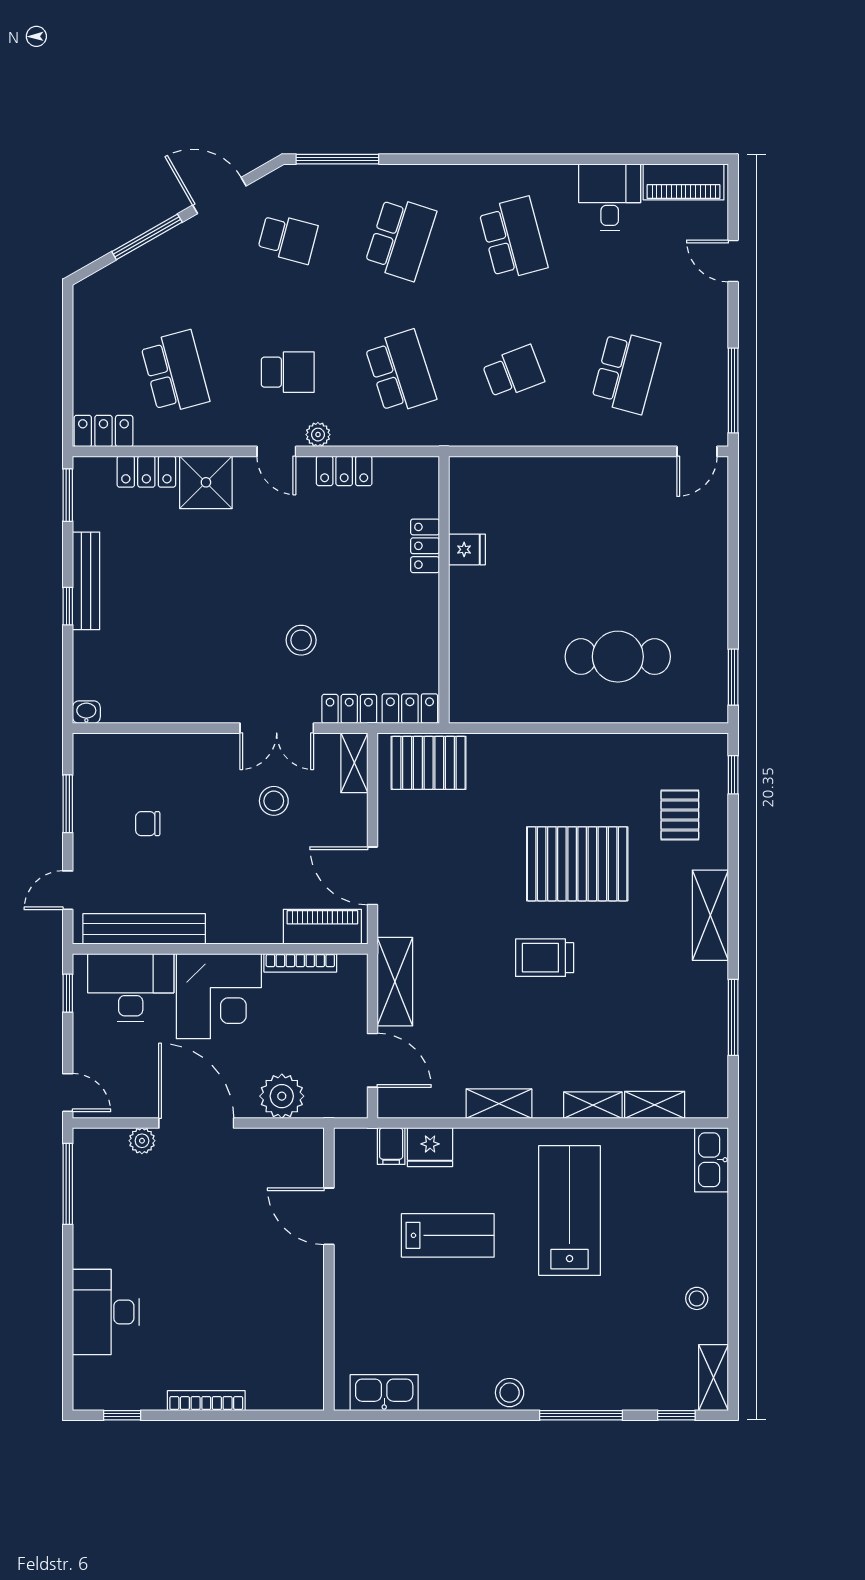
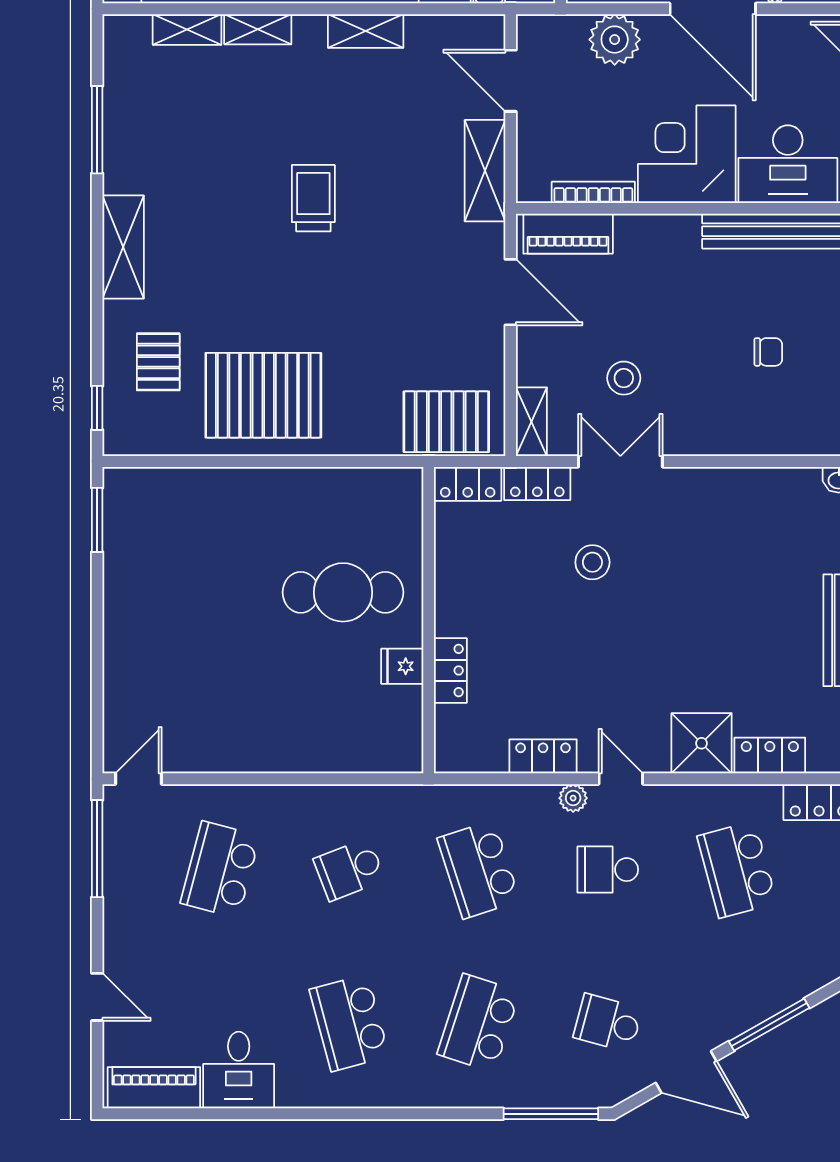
cafe table: (618, 657) -> (343, 592), moved
pallet: (577, 864) -> (263, 395), moved
trolley: (545, 958) -> (313, 198), turned -90

